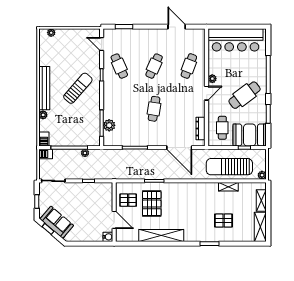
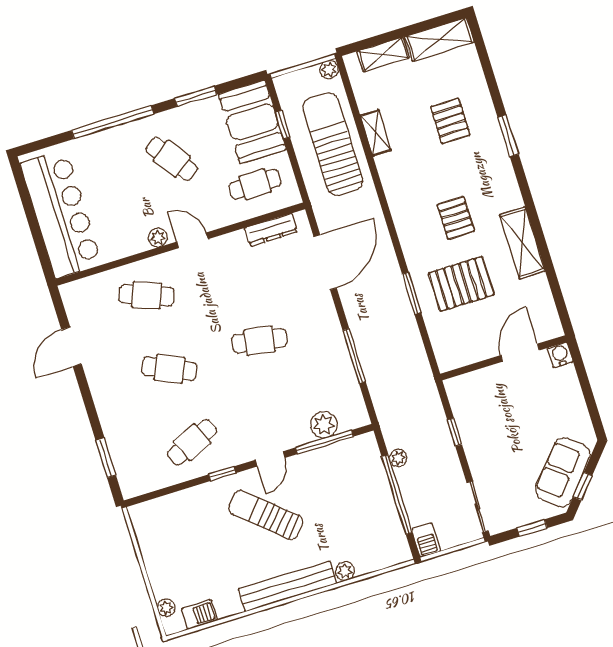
door: (102, 44) -> (270, 459), moved
cafe table: (245, 95) -> (172, 159), width x0.73, depth x0.74
barbecue: (44, 139) -> (199, 615), moved
sun lounger: (229, 167) -> (333, 144), turned 180
pallet: (128, 200) -> (456, 218), moved
shelving: (161, 235) -> (522, 243), width x0.68

